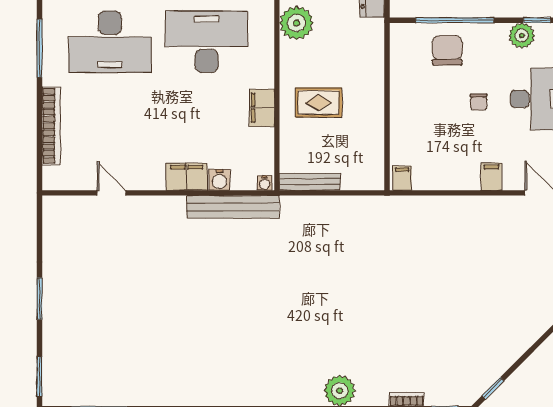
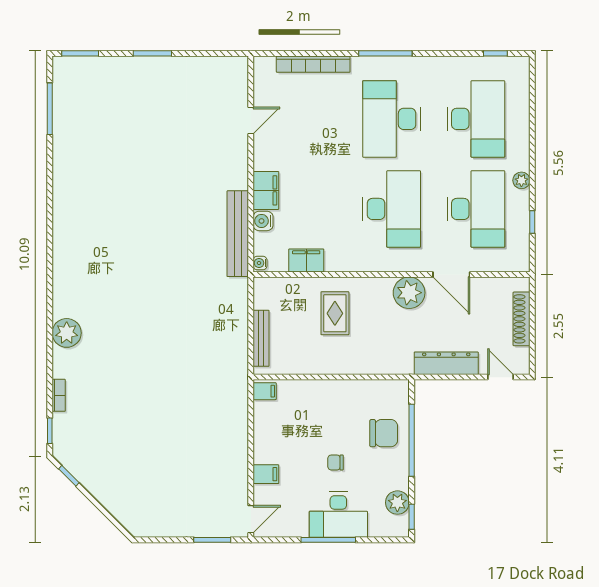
filing cabinet: (262, 108) -> (306, 260), moved
bench: (310, 182) -> (261, 338), moved

